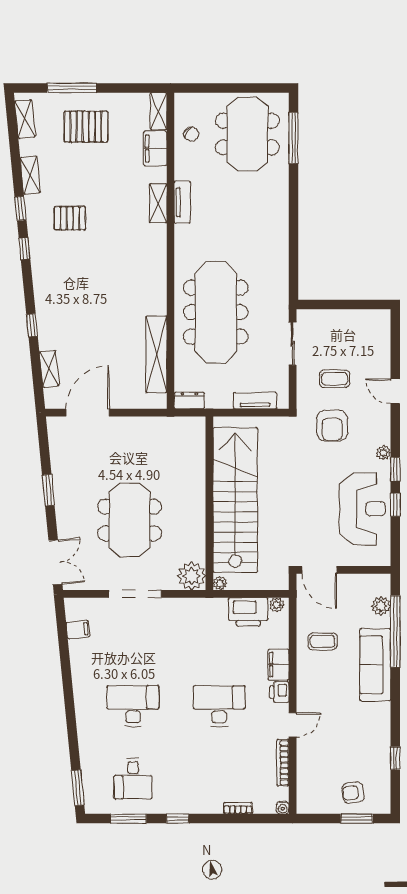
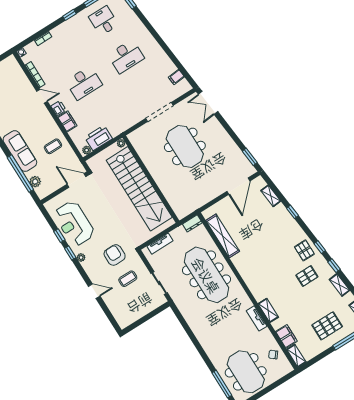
pallet: (50, 258) -> (304, 250), added
window: (48, 490) -> (250, 157), moved
plant: (192, 576) -> (137, 138), removed
door: (293, 725) -> (42, 96), swing flipped

